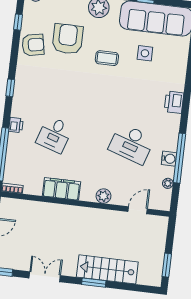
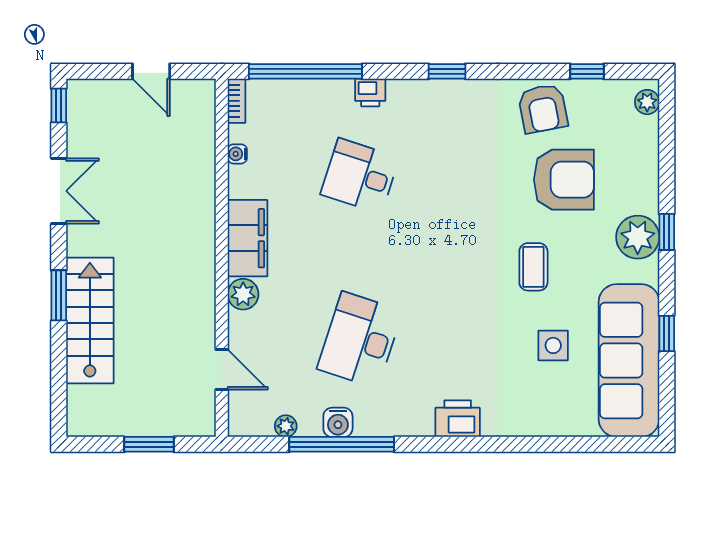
filing cabinet: (61, 189) -> (247, 238), moved
water cooler: (37, 191) -> (237, 154), added
window: (167, 265) -> (149, 444), moved

